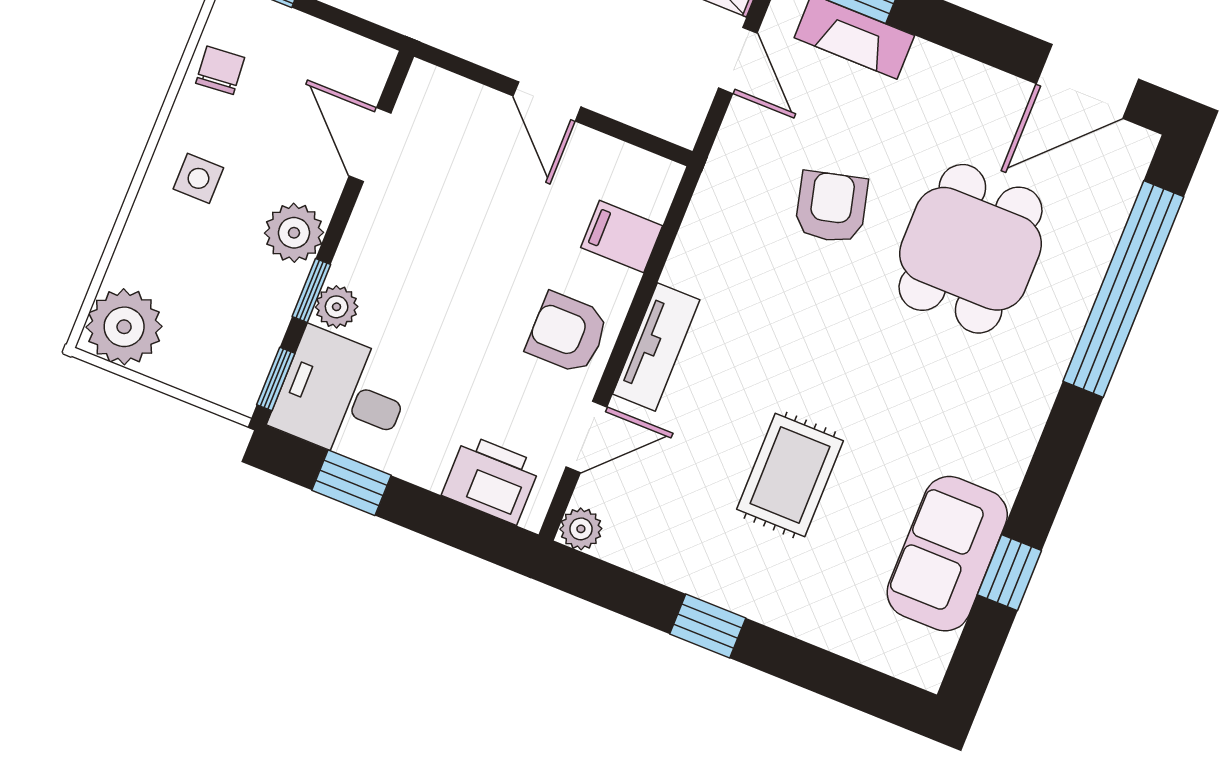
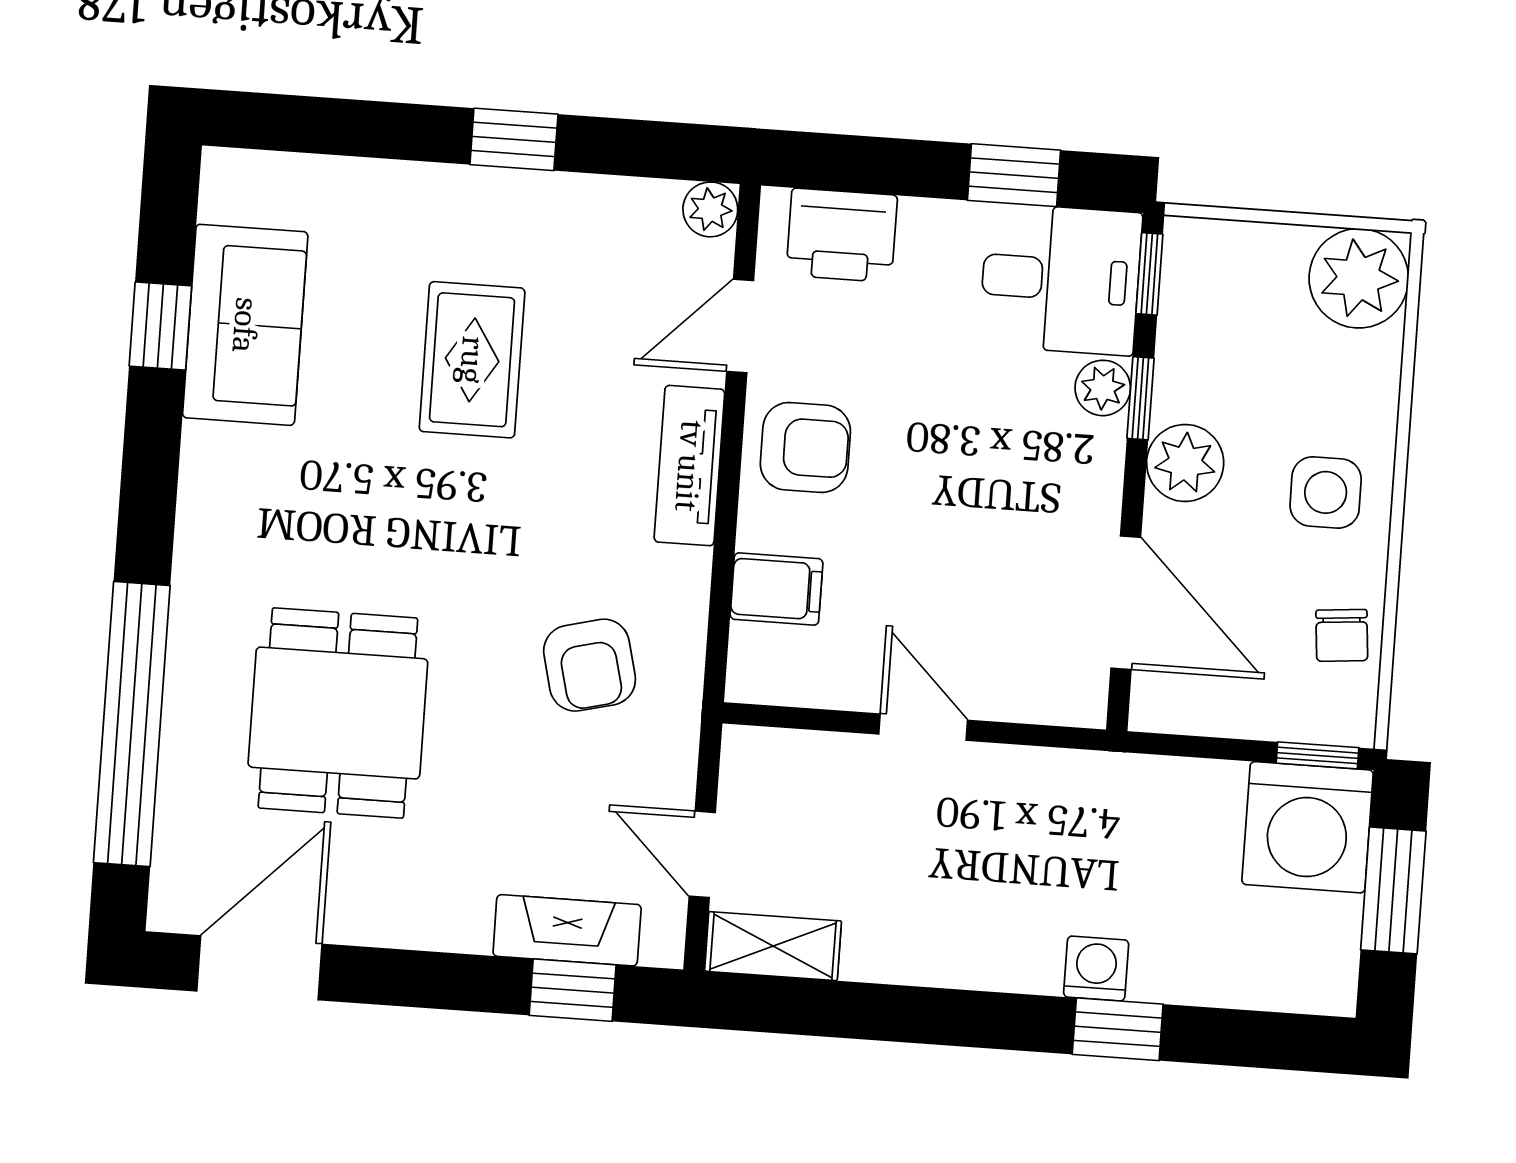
door: (370, 145) -> (1126, 603), width x1.38
side table: (198, 178) -> (1326, 492), width x1.37, depth x1.37
armchair: (831, 207) -> (590, 665), moved

